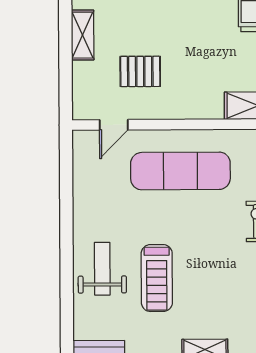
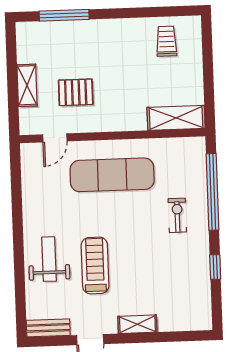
shelving: (83, 35) -> (27, 85), moved
treadmill: (157, 278) -> (95, 265), turned 180

